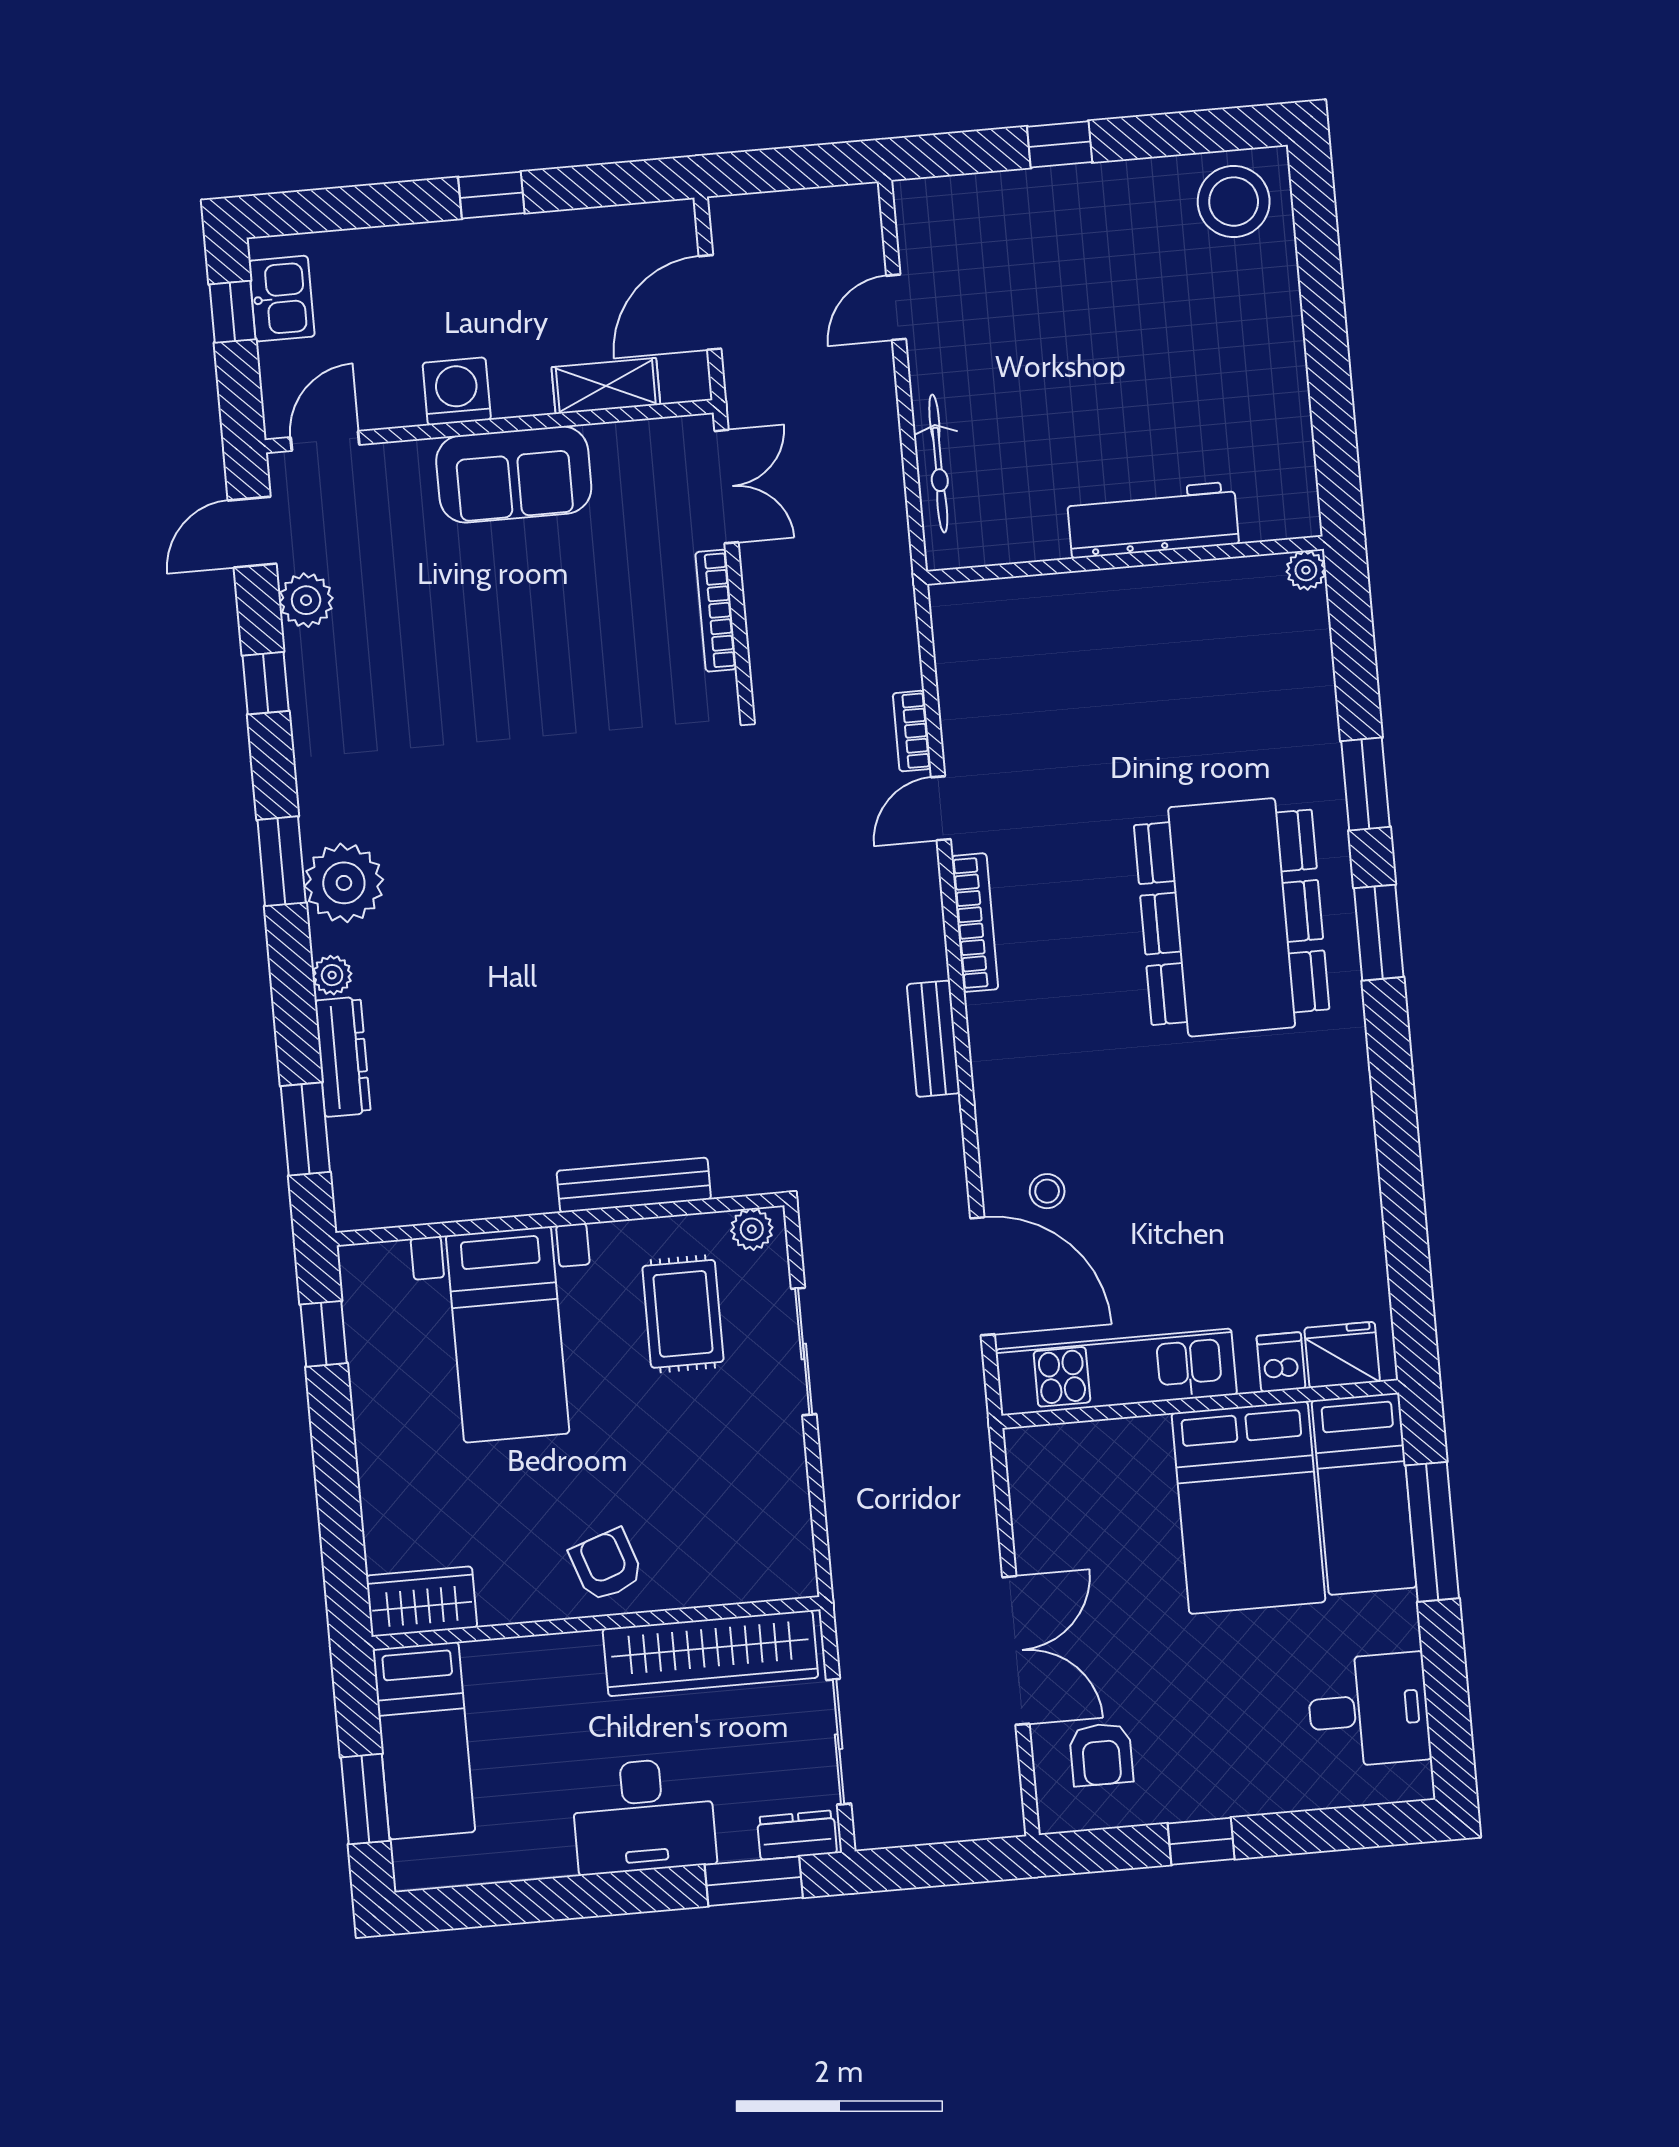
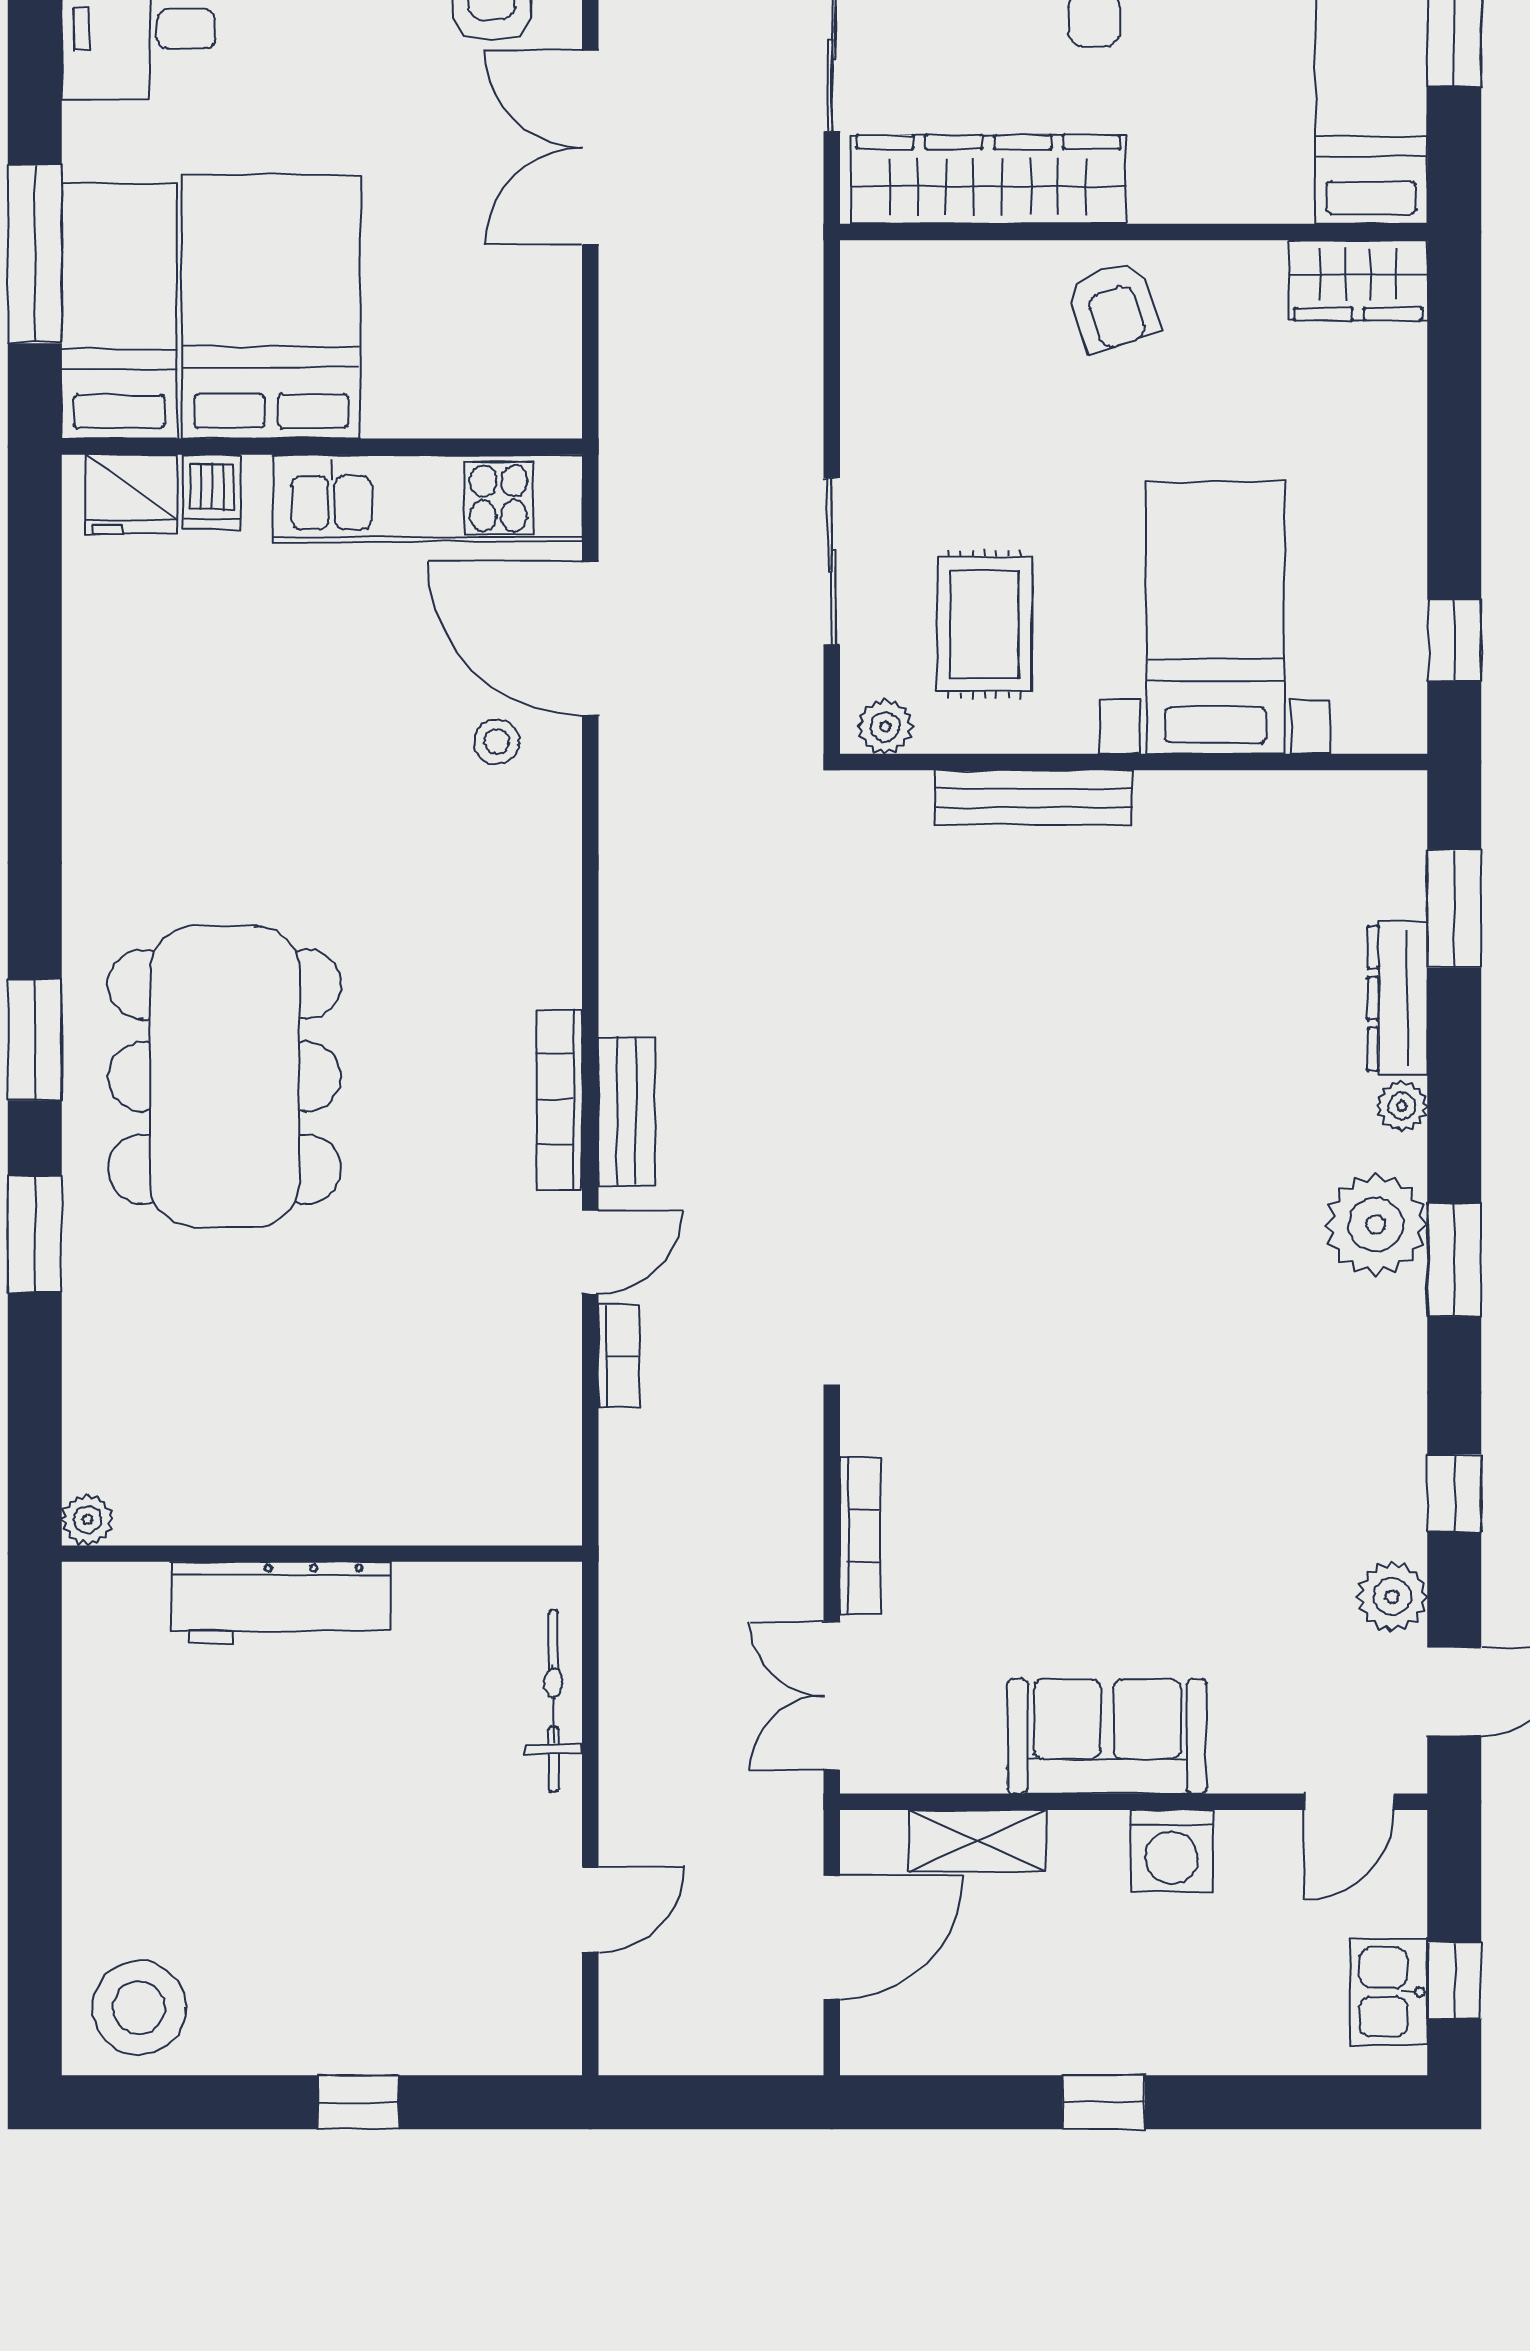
bench: (933, 1039) -> (627, 1111), moved

